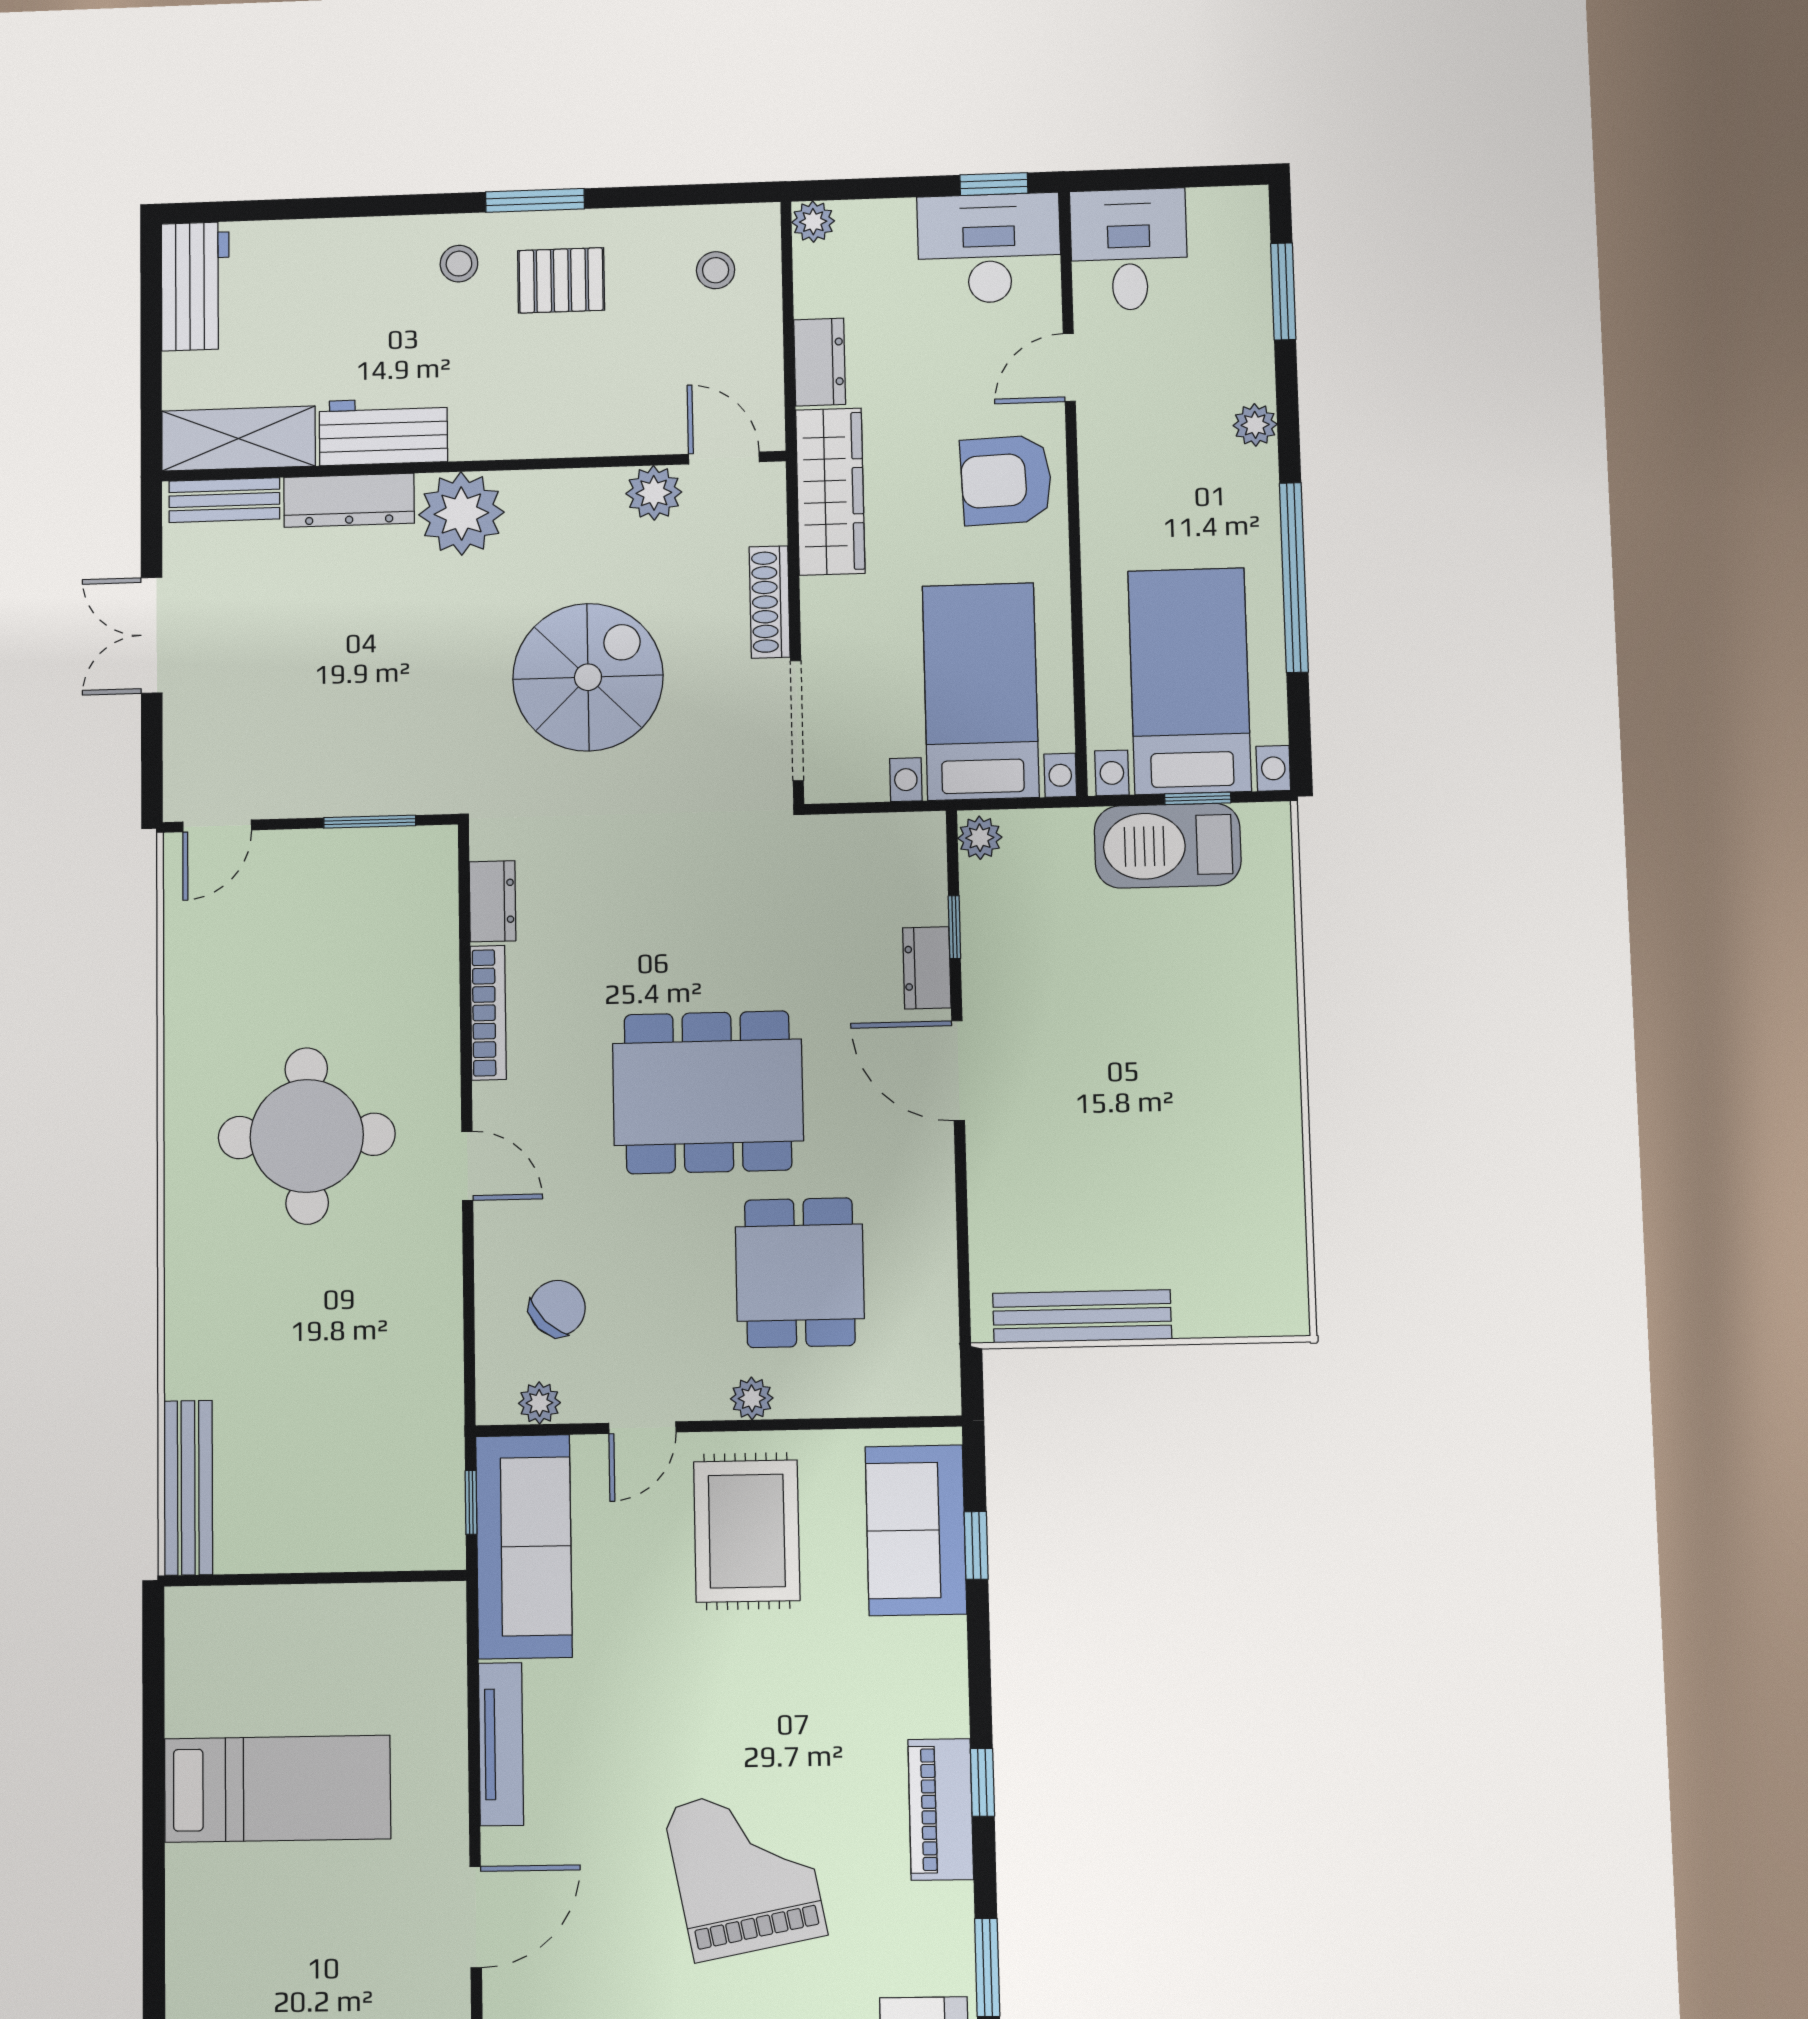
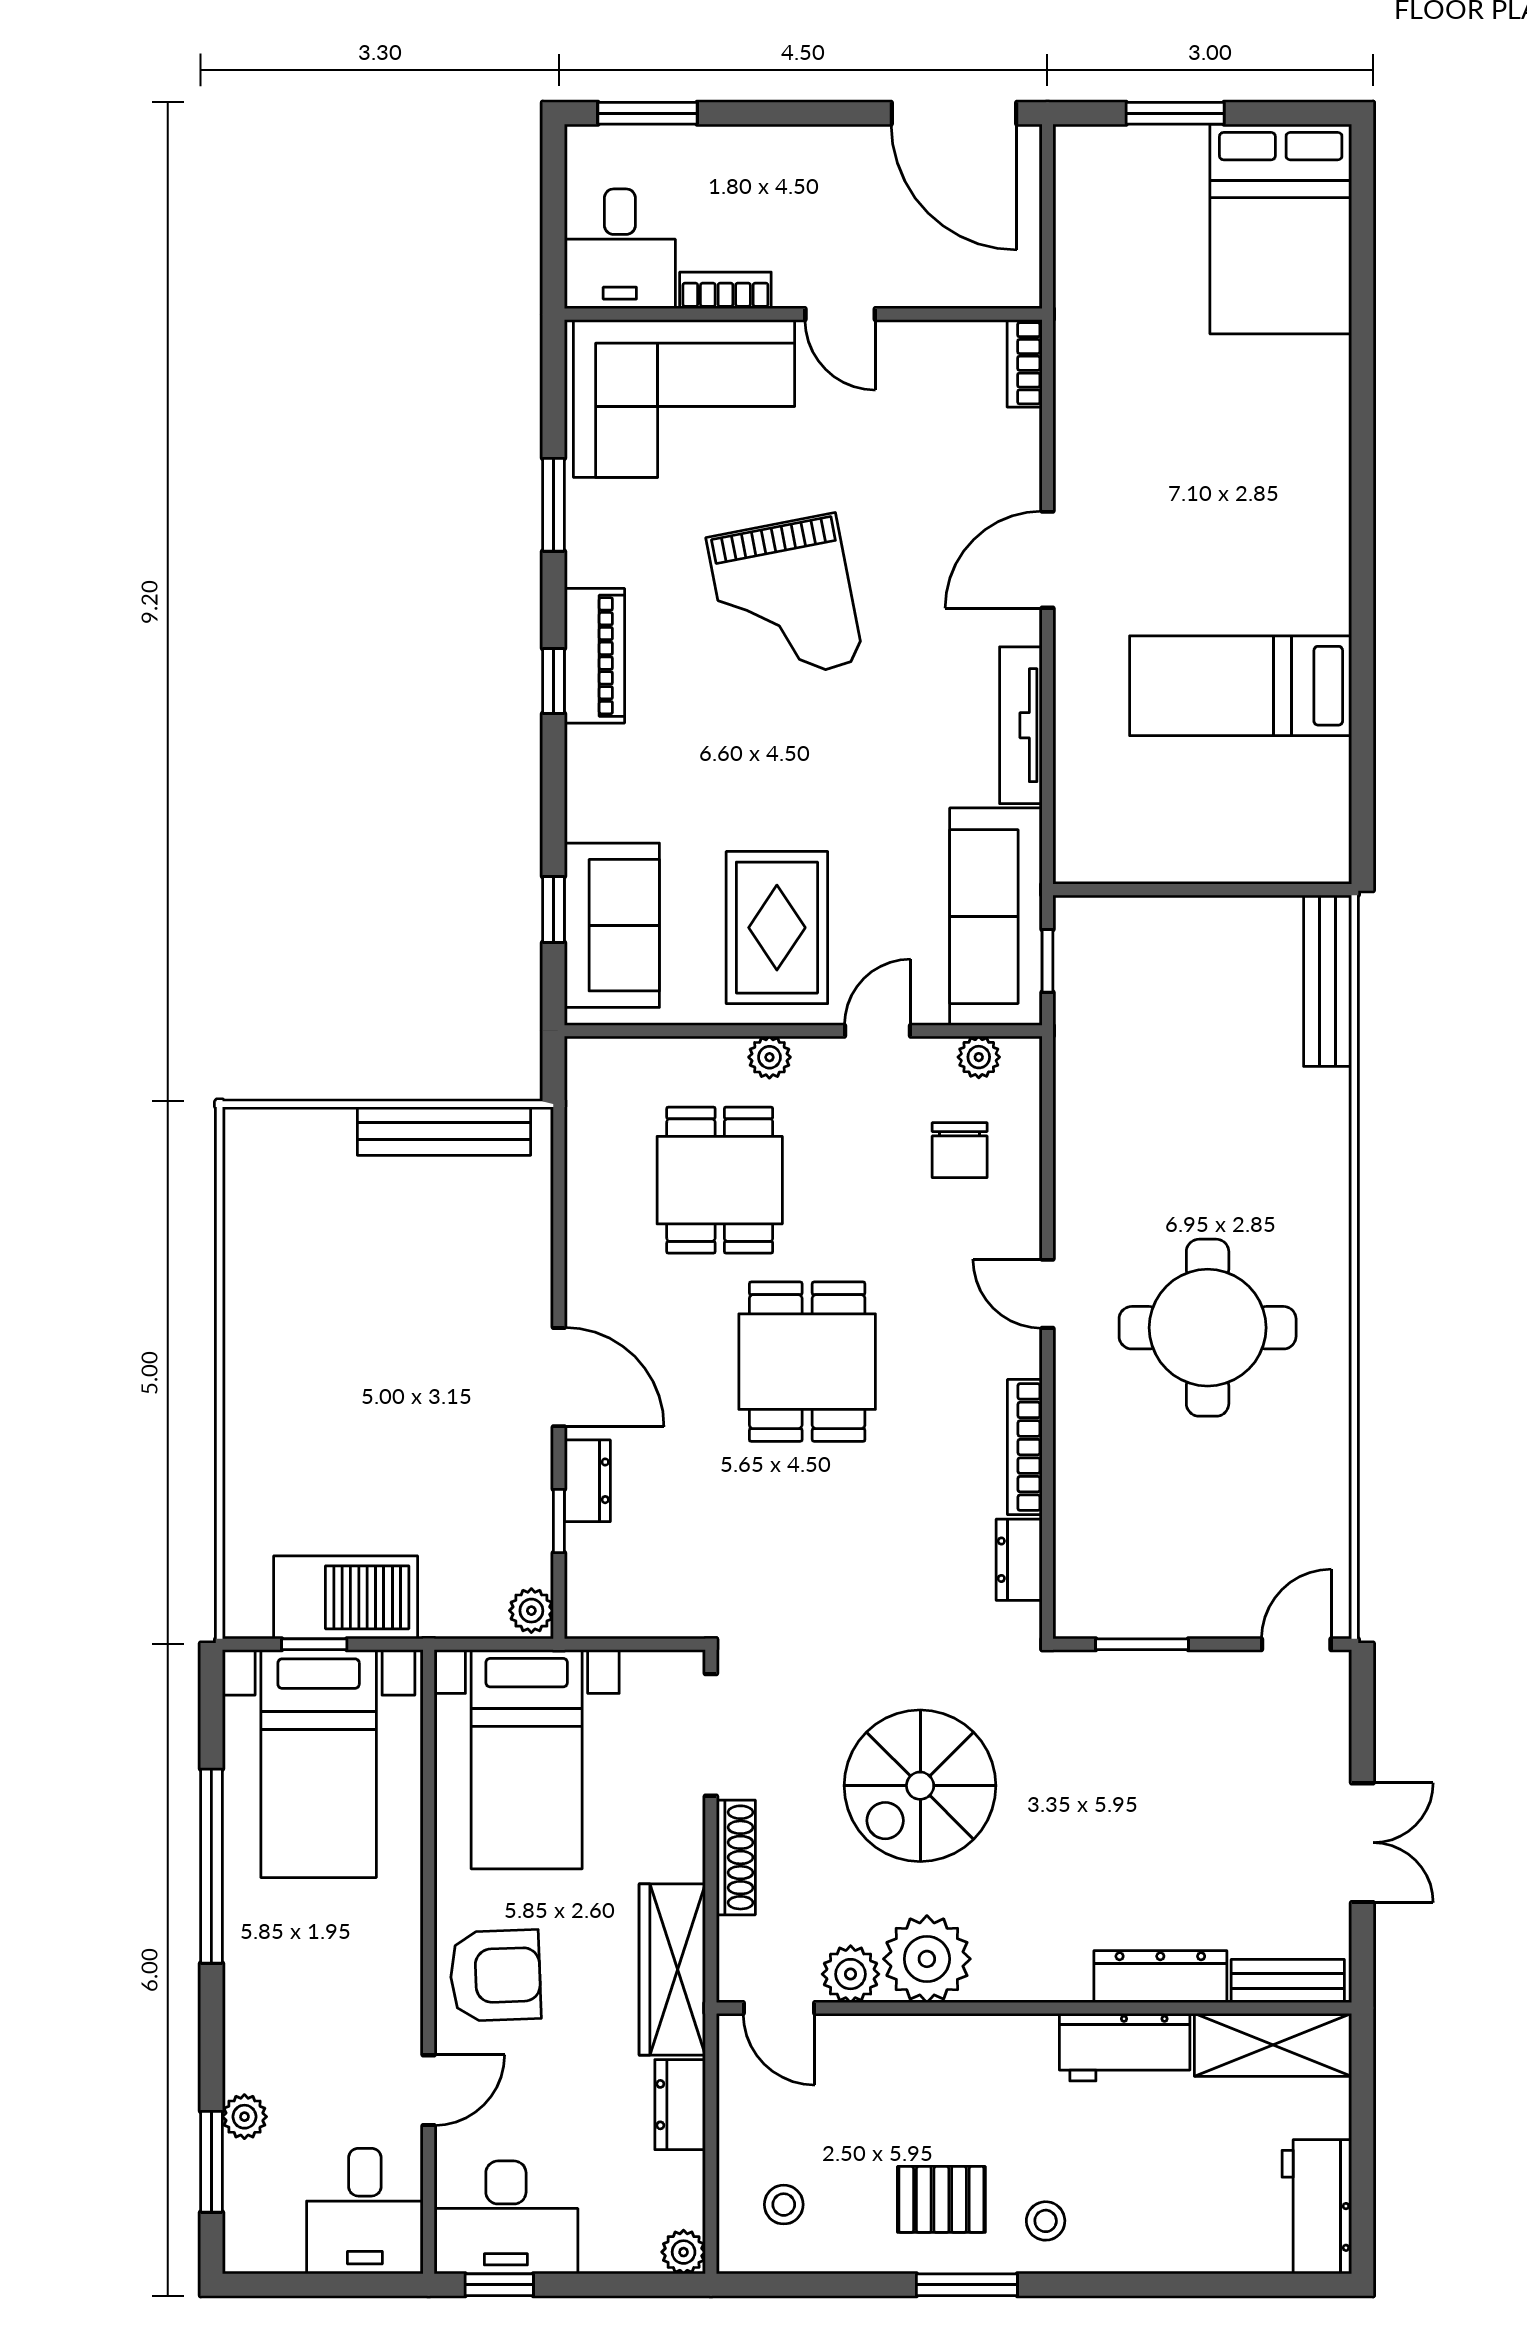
plant: (1255, 425) -> (244, 2117), moved
plant: (461, 514) -> (927, 1959), moved
dining table: (708, 1092) -> (807, 1362), width x0.73
chair: (557, 1308) -> (960, 1150), turned -45

